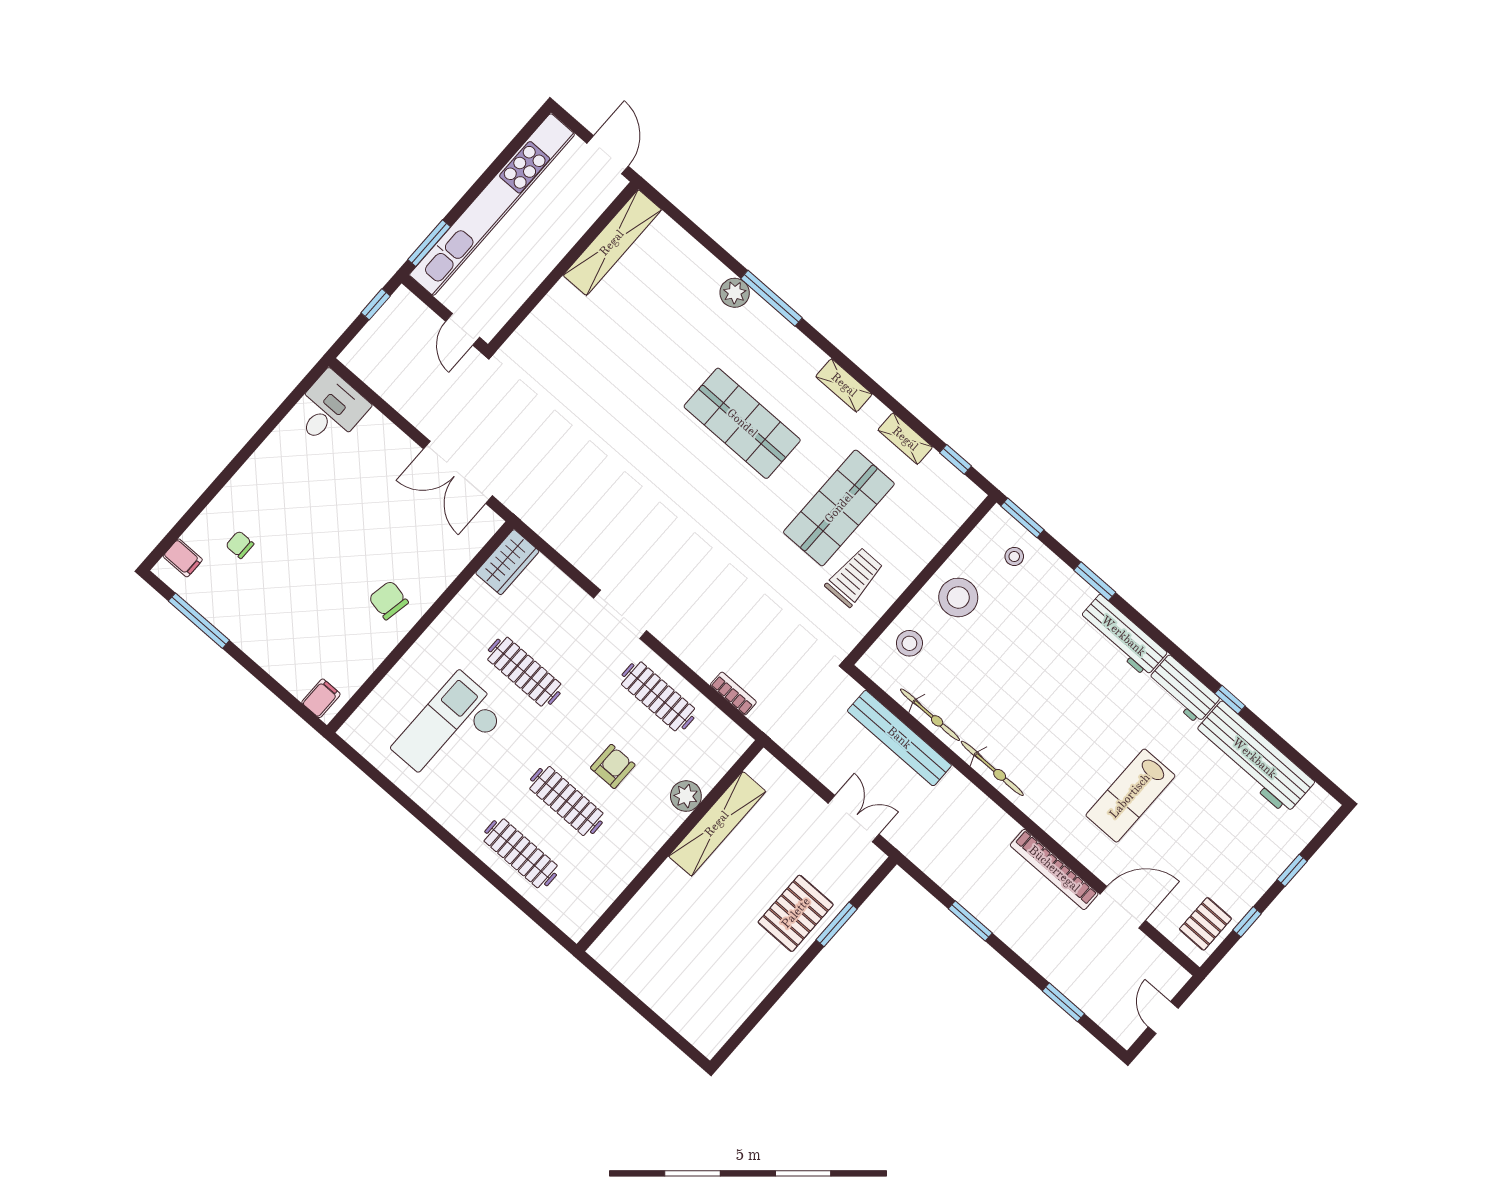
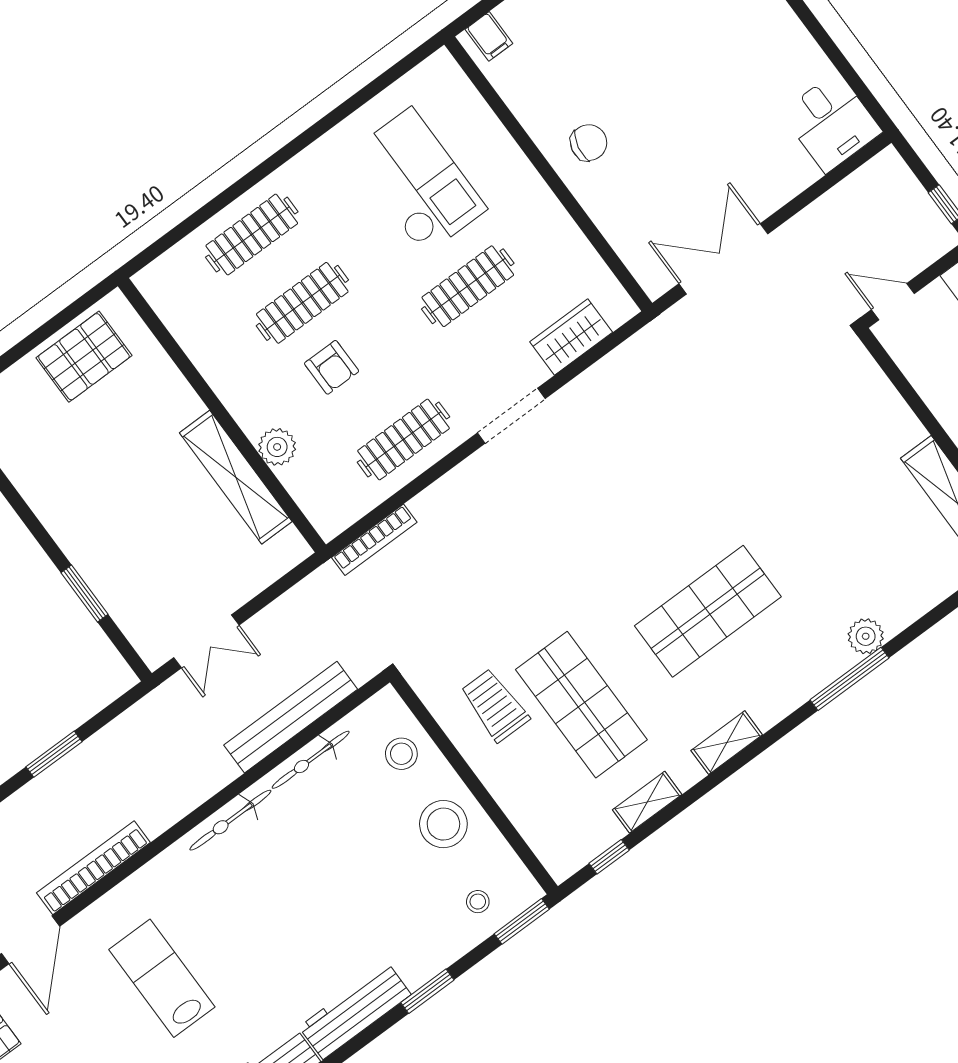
wardrobe: (507, 562) -> (571, 337), moved, turned 90
trolley: (854, 577) -> (495, 705), turned 180
bookcase: (733, 694) -> (374, 540), width x1.56
pallet: (796, 913) -> (84, 357), moved, turned 90

